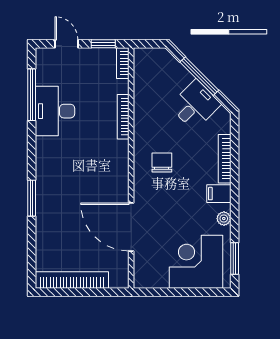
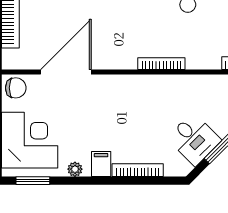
bookcase: (123, 117) -> (161, 64), moved
chair: (162, 162) -> (16, 88), moved

